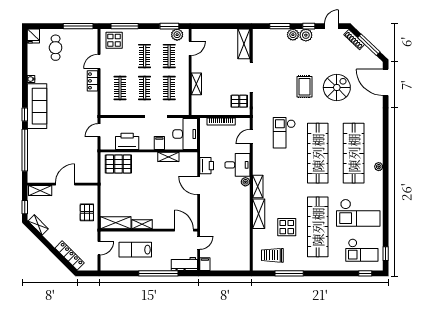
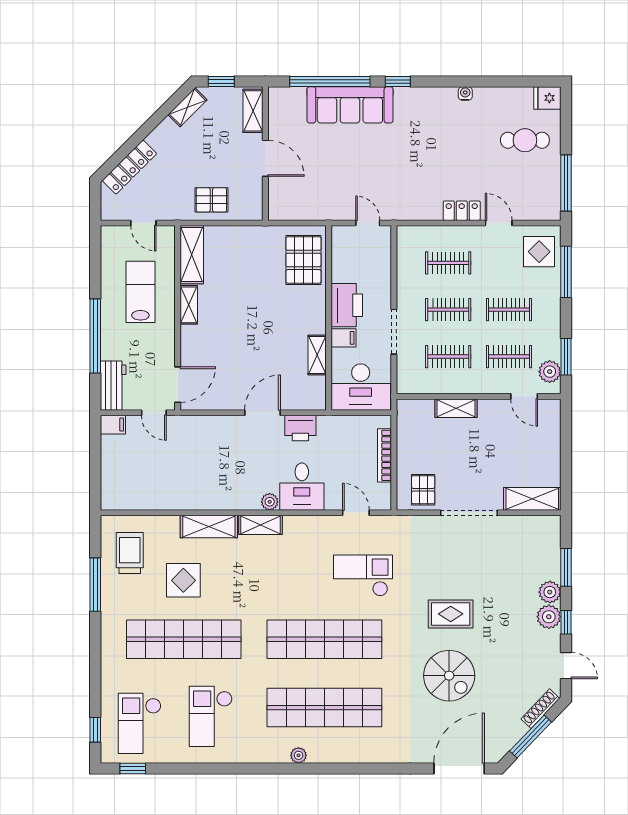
sofa: (37, 106) -> (350, 105), moved
printer: (127, 141) -> (347, 305), moved
checkout: (358, 213) -> (211, 716), width x0.73, depth x0.83

